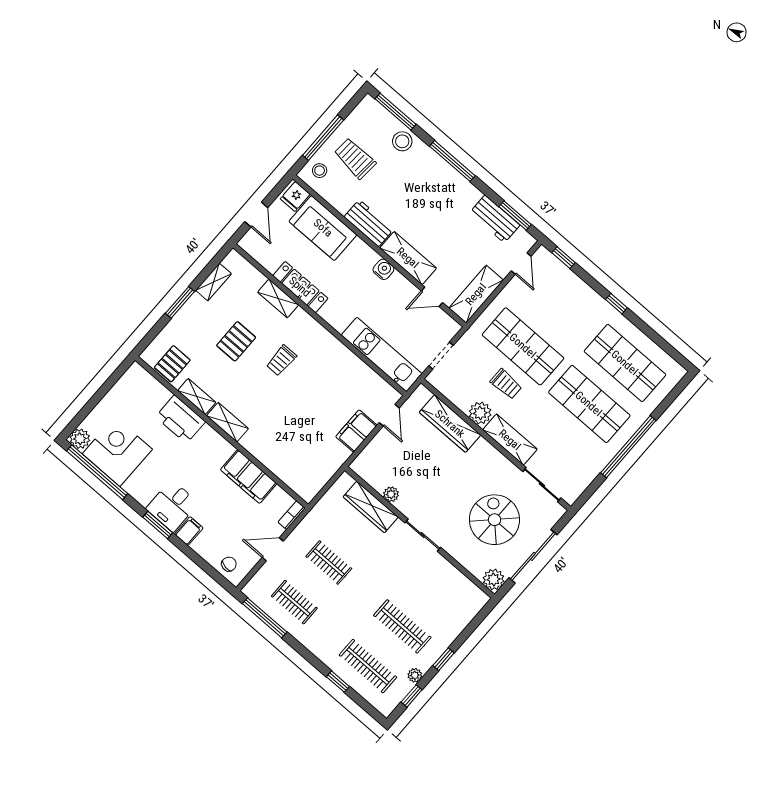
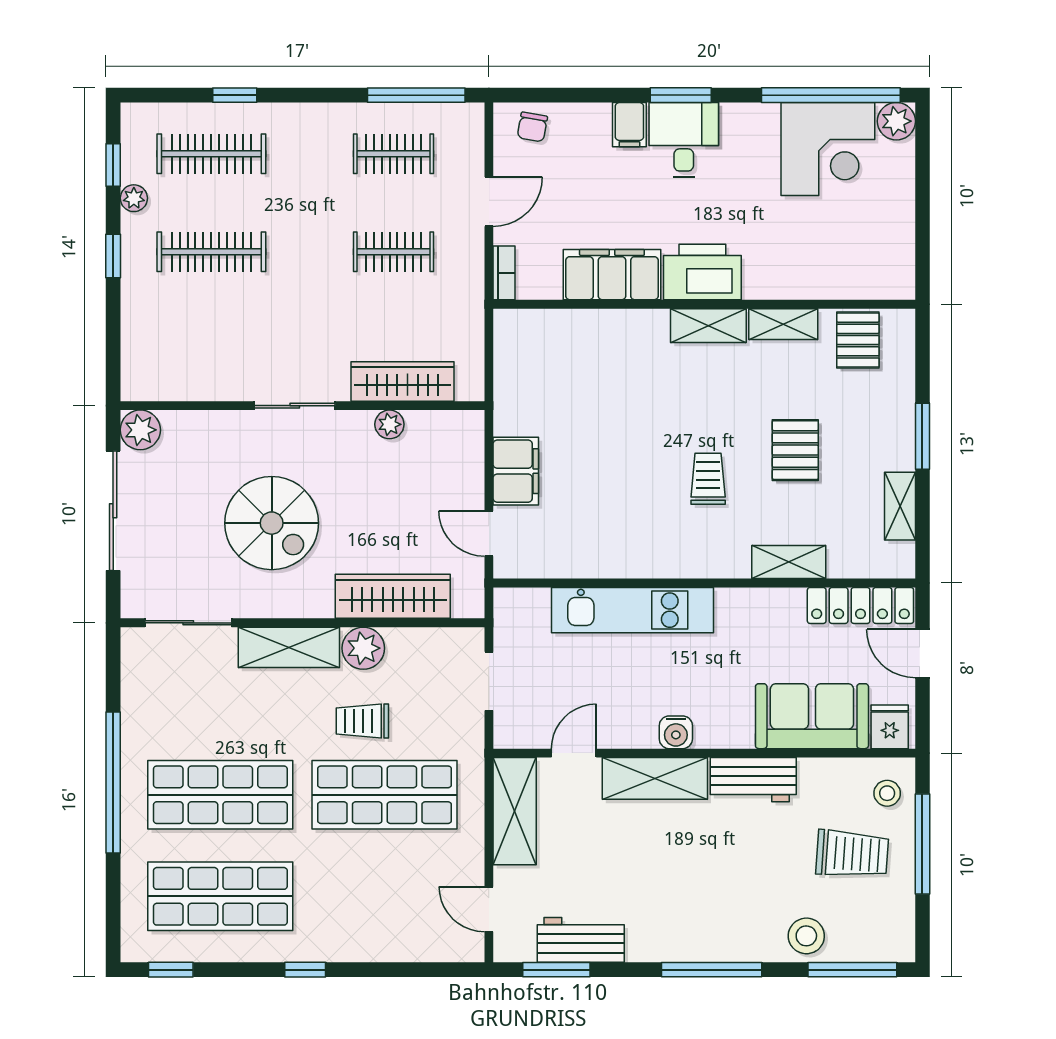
window: (563, 258) -> (171, 970), moved
locker: (300, 287) -> (860, 605), moved
kitchen unit: (382, 354) -> (633, 610), moved
printer: (181, 419) -> (702, 272), moved
spiral stairs: (494, 520) -> (272, 523), moved

